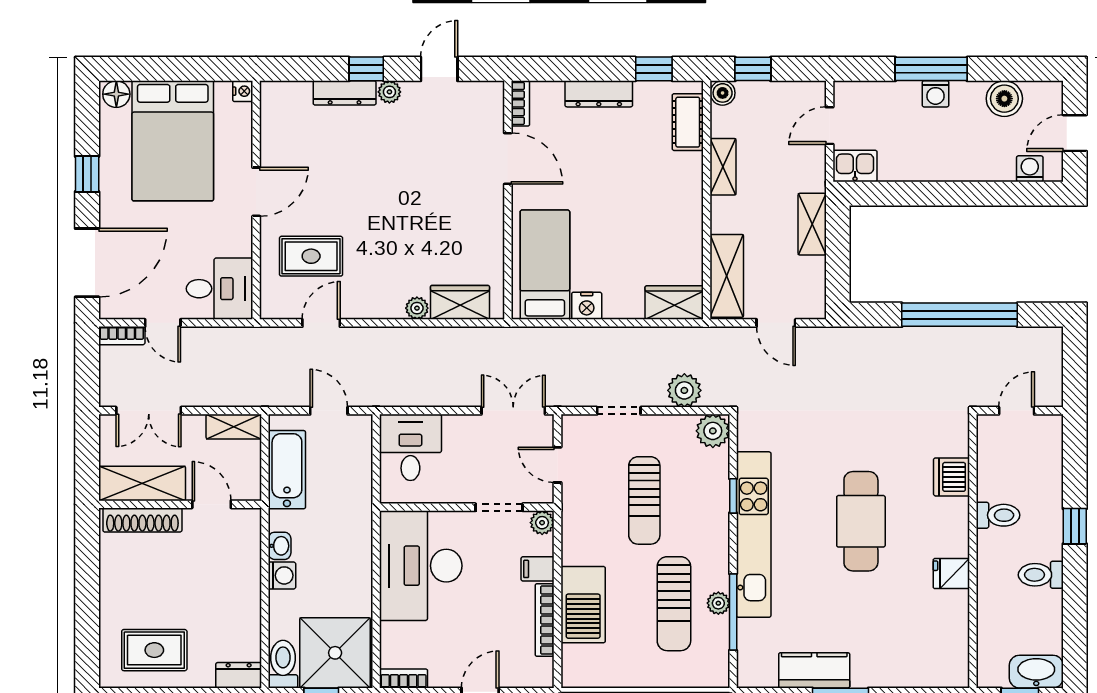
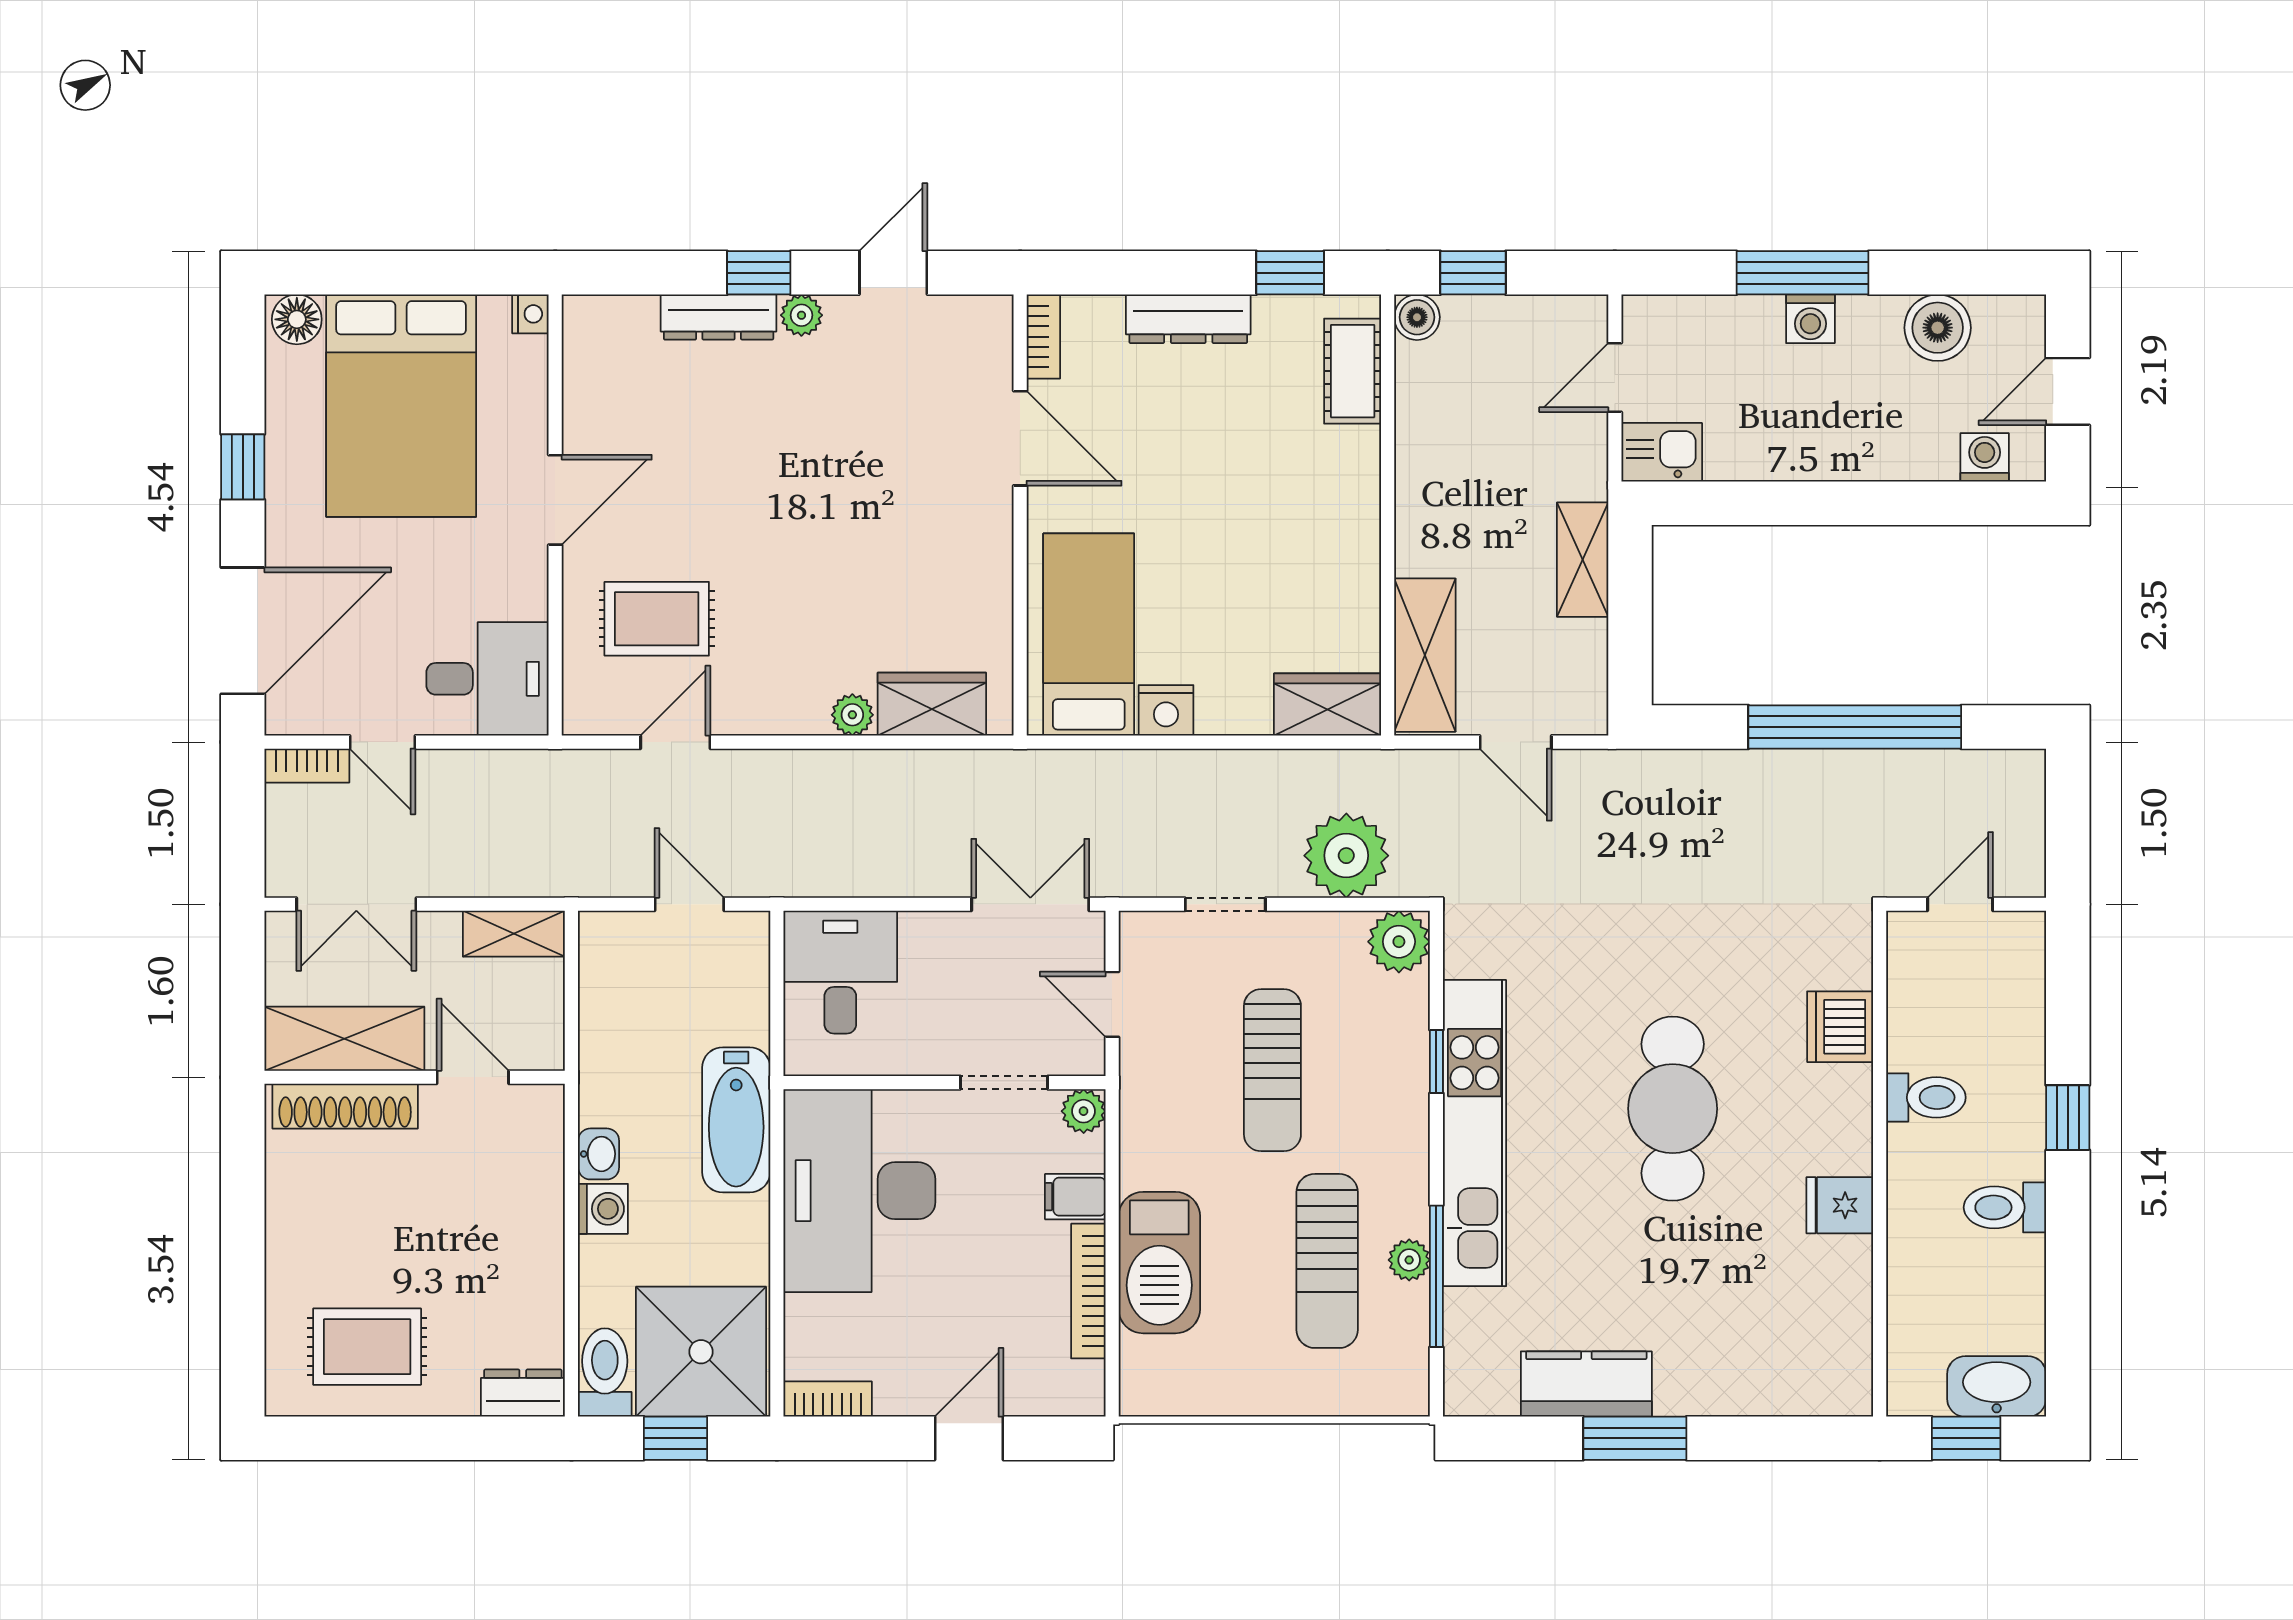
shelving: (723, 167) -> (1418, 454), removed
plant: (684, 390) -> (1346, 856), width x1.36, depth x1.36
bathtub: (287, 470) -> (736, 1120), moved, turned 180

